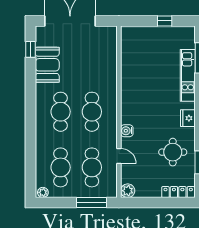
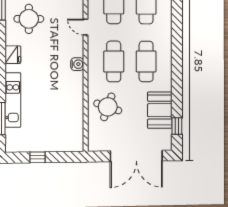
round table: (98, 68) -> (108, 107), added
water cooler: (127, 131) -> (77, 64), moved
door: (119, 156) -> (86, 27), moved

